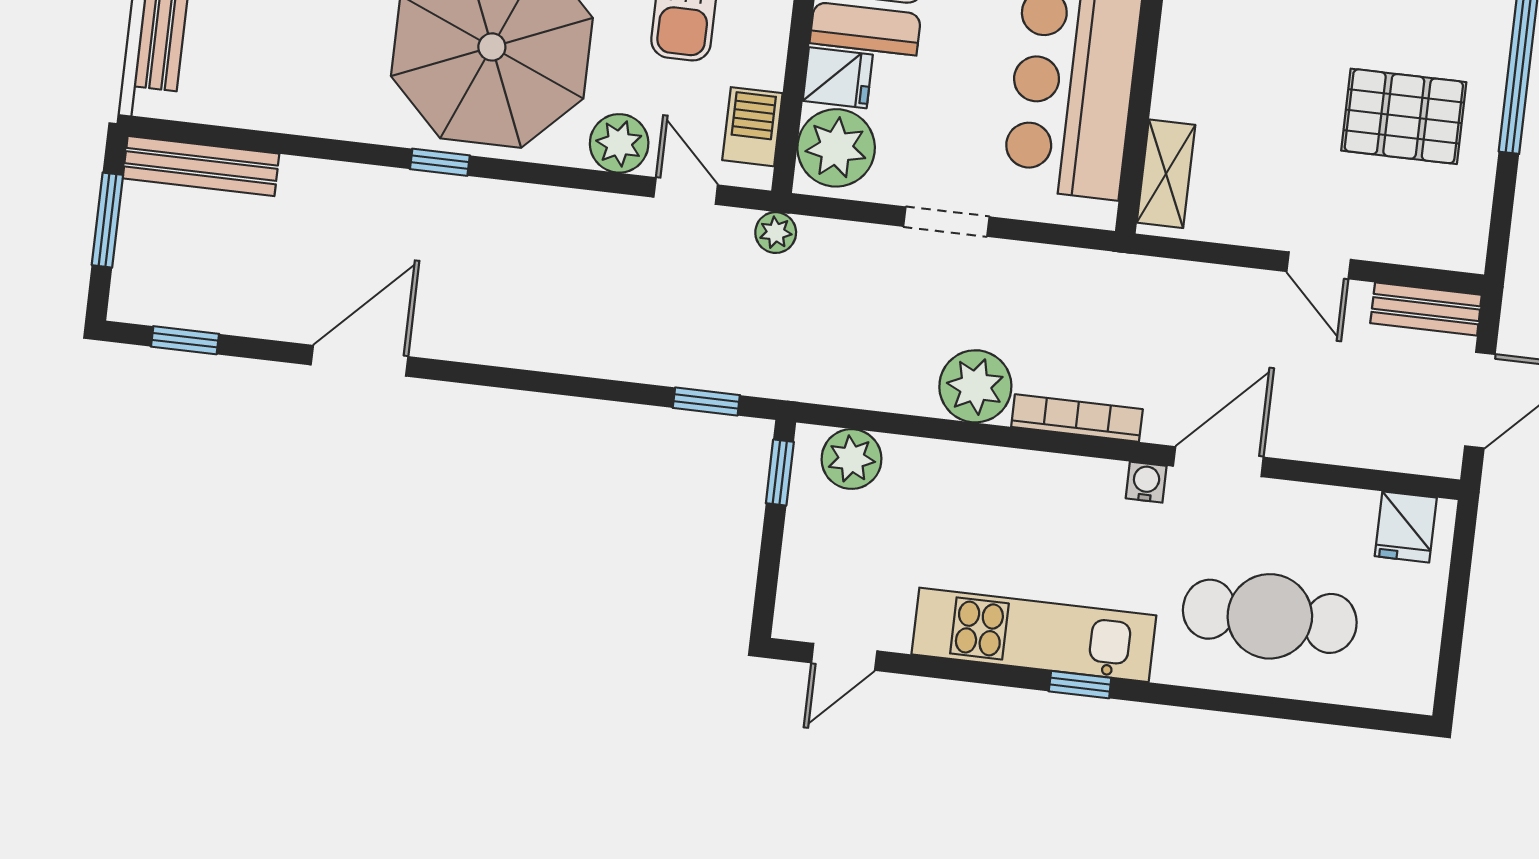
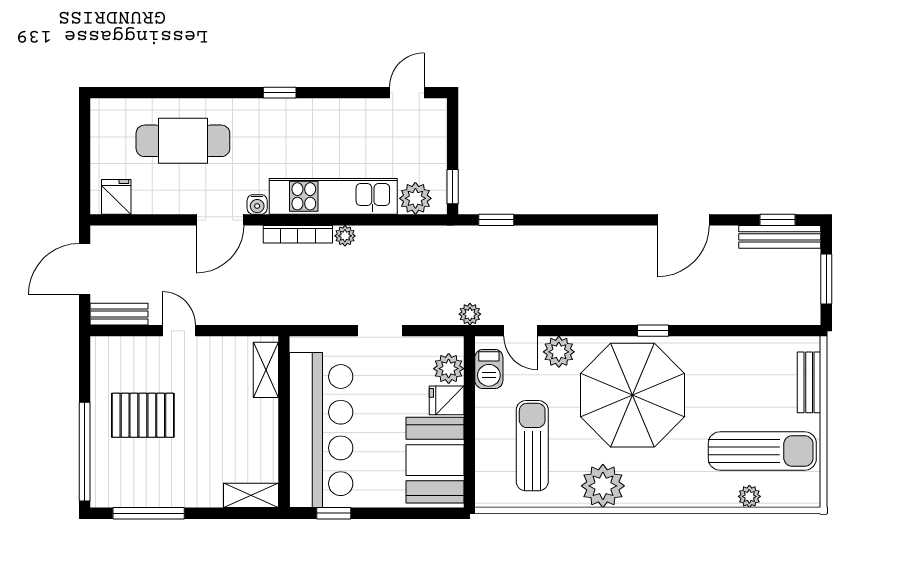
plant: (836, 148) -> (449, 369), width x0.73, depth x0.73
bench: (201, 166) -> (780, 237), moved
plant: (975, 386) -> (345, 236), width x0.53, depth x0.53
kitchen unit: (1034, 635) -> (333, 196), moved, turned 180

